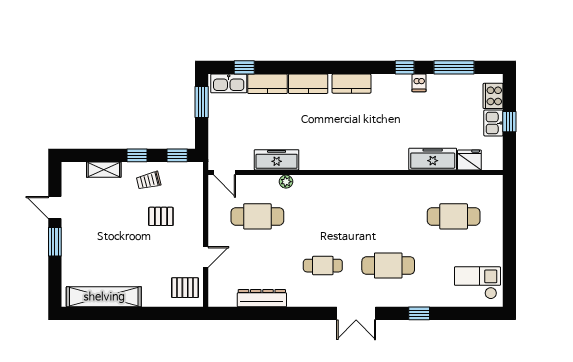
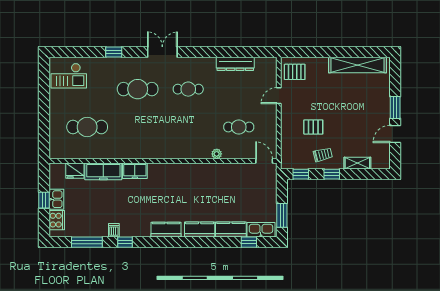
freezer: (277, 160) -> (135, 171), moved, width x0.71
door: (55, 207) -> (395, 134), swing flipped
cafe table: (257, 216) -> (239, 127), width x0.73, depth x0.74

